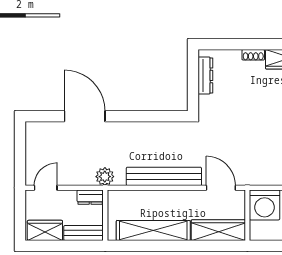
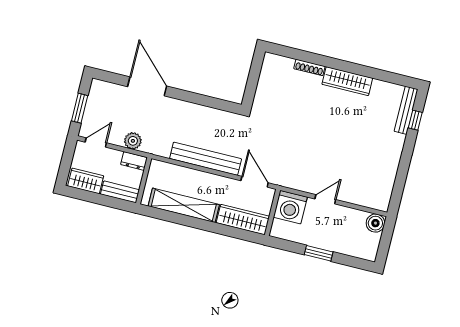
shoe rack: (253, 55) -> (309, 67), width x1.43
dresser: (205, 75) -> (266, 77), removed
window: (20, 156) -> (80, 108), added
plant: (105, 177) -> (133, 141), moved

